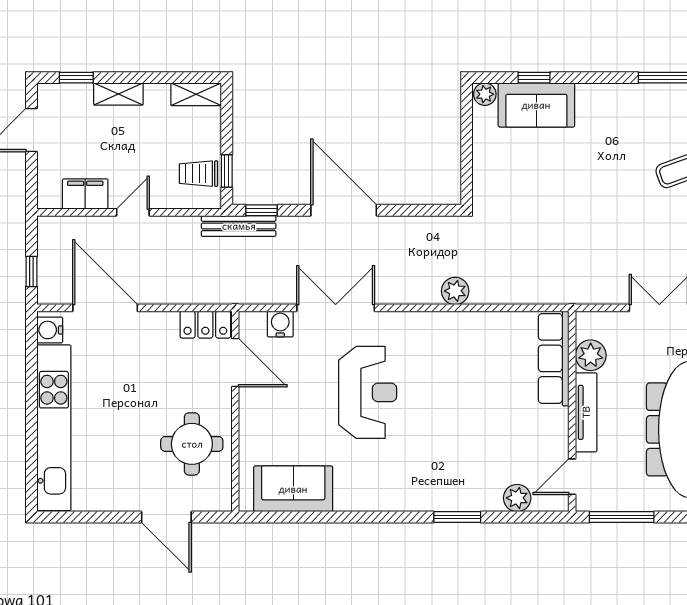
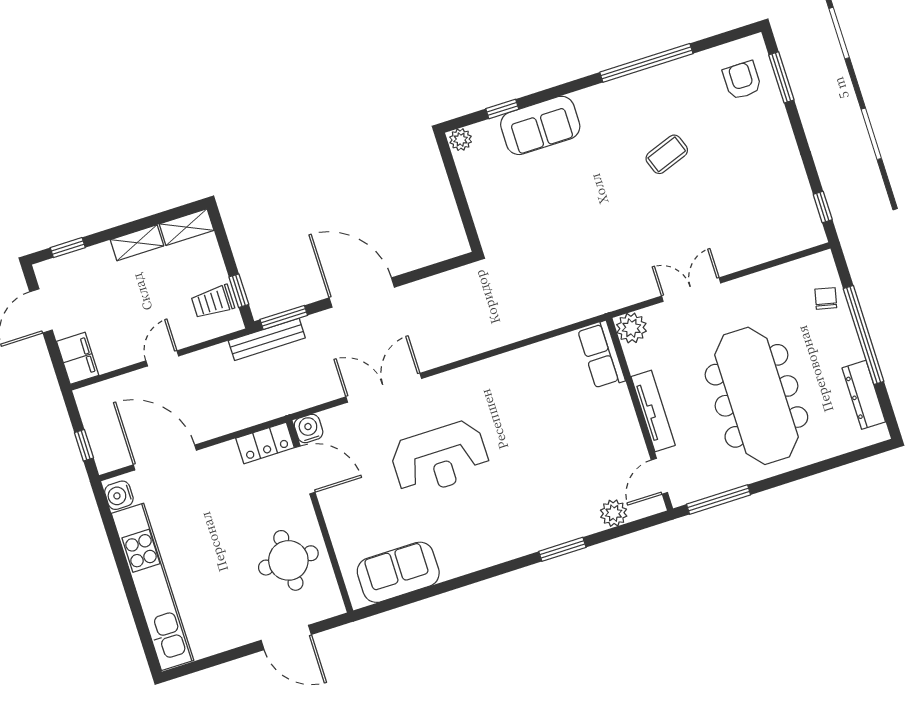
shelving: (118, 94) -> (137, 243), moved
sofa: (536, 105) -> (540, 125), moved
filing cabinet: (85, 194) -> (78, 358), moved, turned 90
window: (262, 210) -> (284, 317), width x1.50
plant: (455, 291) -> (492, 335), removed
water cooler: (280, 324) -> (309, 429), moved
plant: (591, 355) -> (631, 328), moved
row of seats: (554, 358) -> (601, 355), width x0.68
reception desk: (368, 392) -> (440, 458), turned 90

